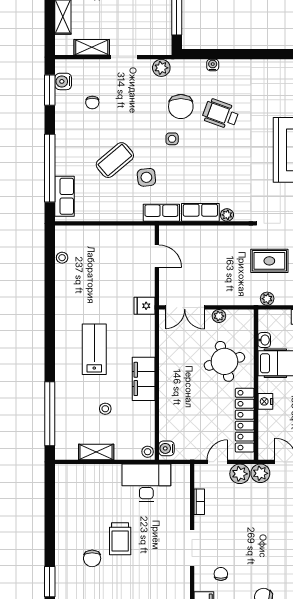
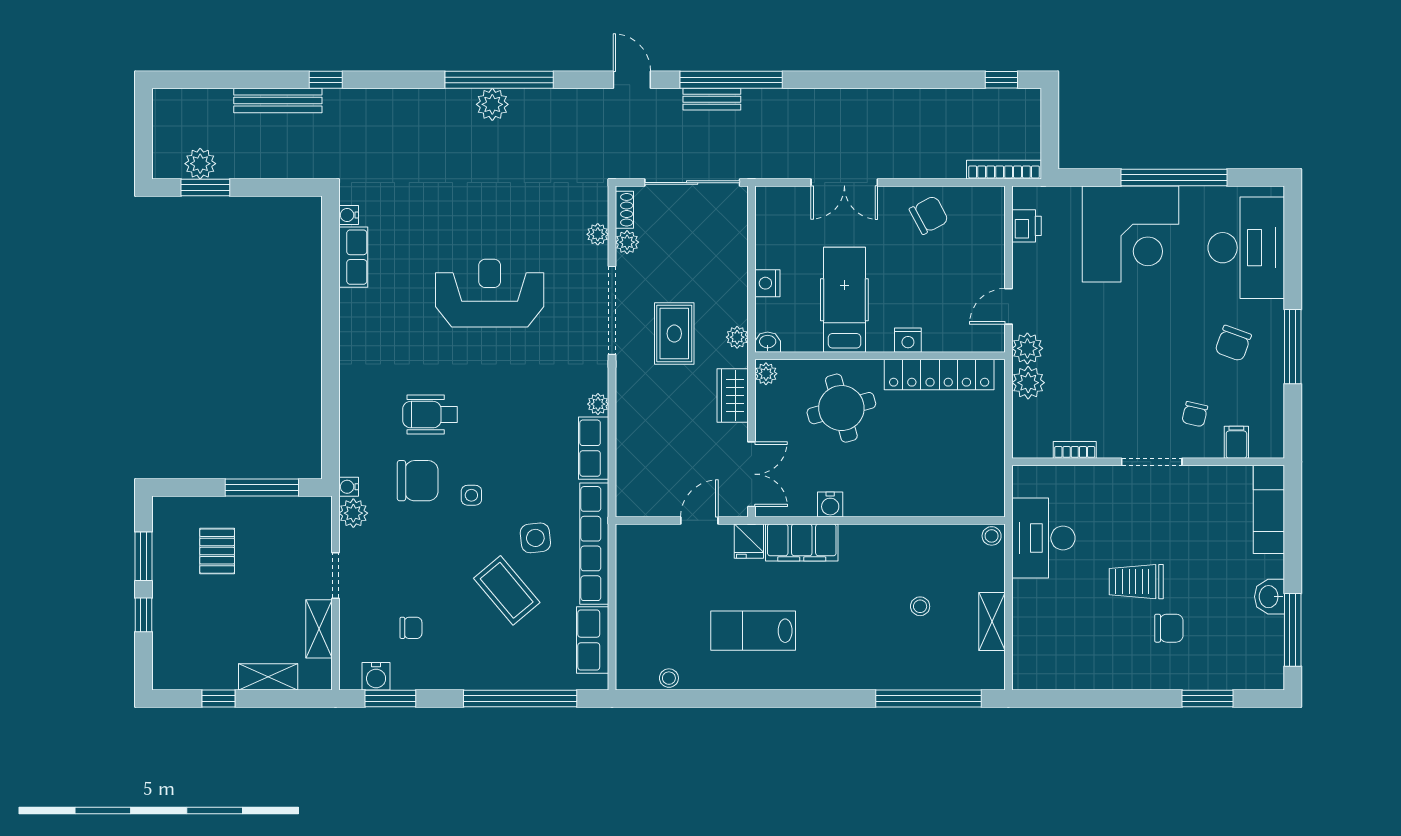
water cooler: (213, 65) -> (349, 487), moved
wheelchair: (221, 114) -> (430, 415), turned 70
row of seats: (64, 196) -> (593, 640), moved, turned -90
row of seats: (161, 213) -> (594, 544), width x2.02
door: (157, 256) -> (699, 520), moved
wardrobe: (232, 296) -> (733, 396), added
plant: (219, 316) -> (766, 374), moved
washbasin: (264, 340) -> (768, 342), moved
lab bench: (94, 349) -> (753, 631), moved
filing cabinet: (144, 379) -> (802, 542), moved
water cooler: (166, 448) -> (830, 505), moved
door: (217, 462) -> (1008, 420), removed
trolley: (120, 539) -> (1136, 582), turned 180
chair: (221, 574) -> (1195, 414), turned -77

